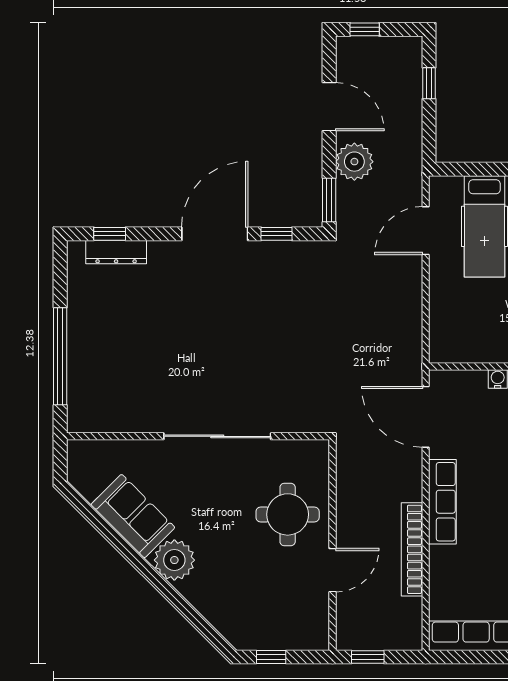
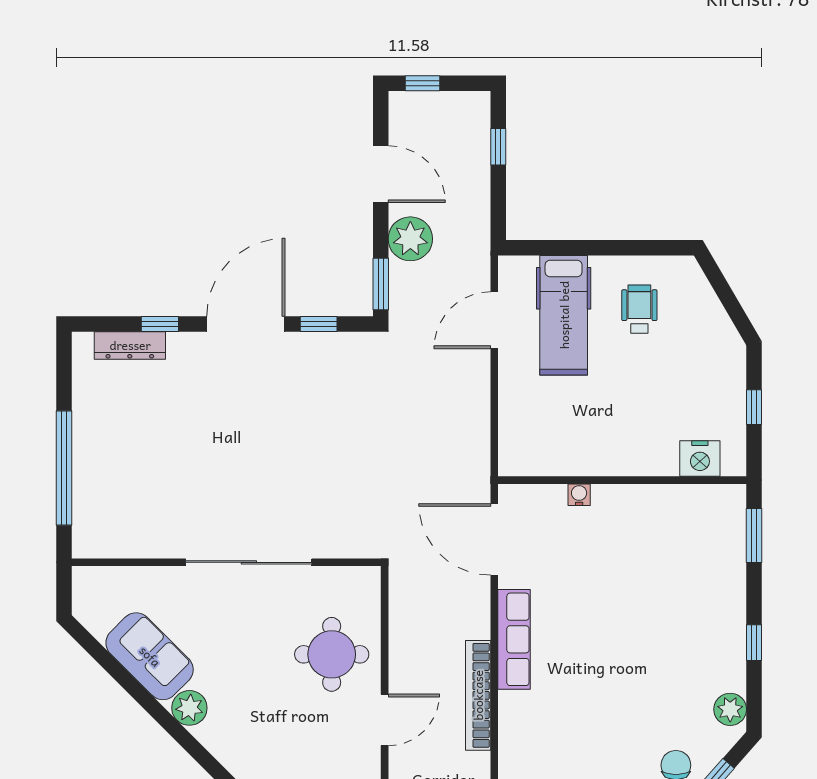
window: (110, 234) -> (160, 324), moved
plant: (174, 560) -> (189, 708), width x0.73, depth x0.73

